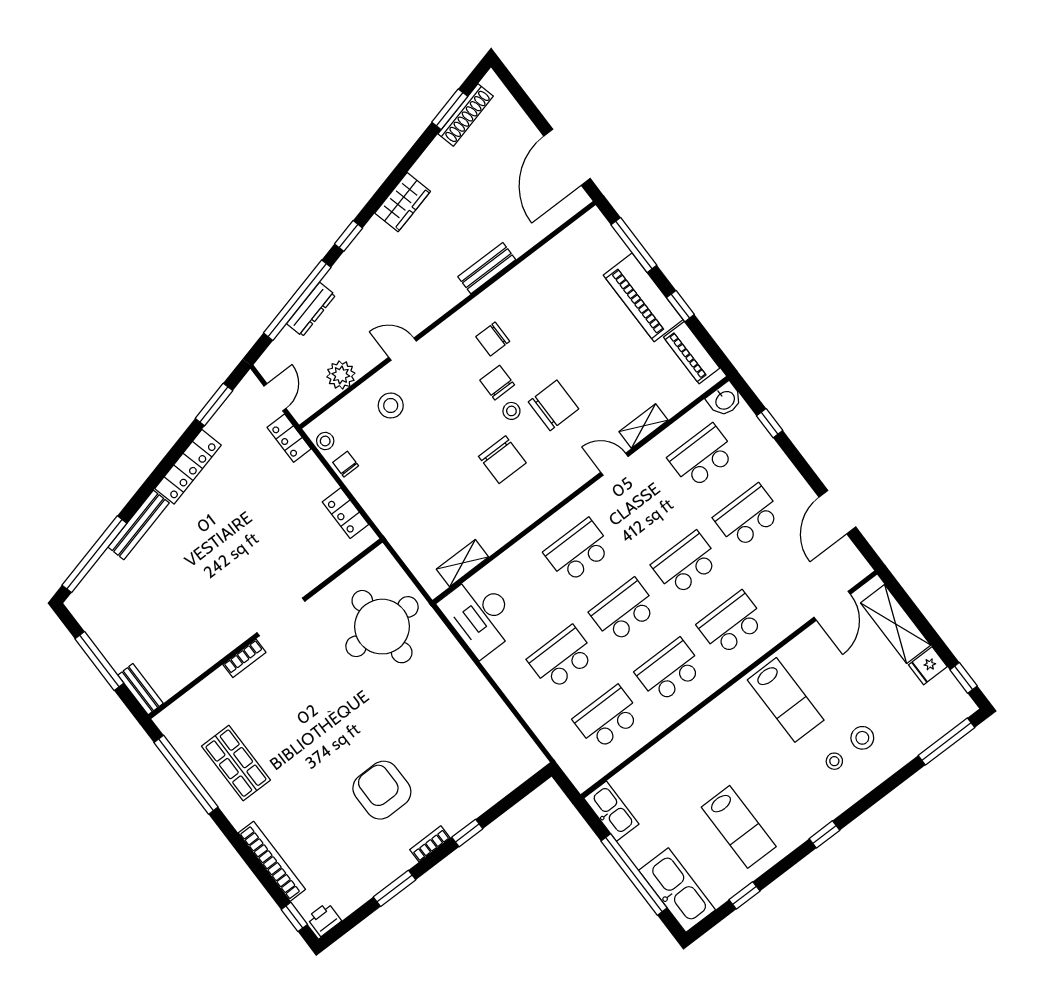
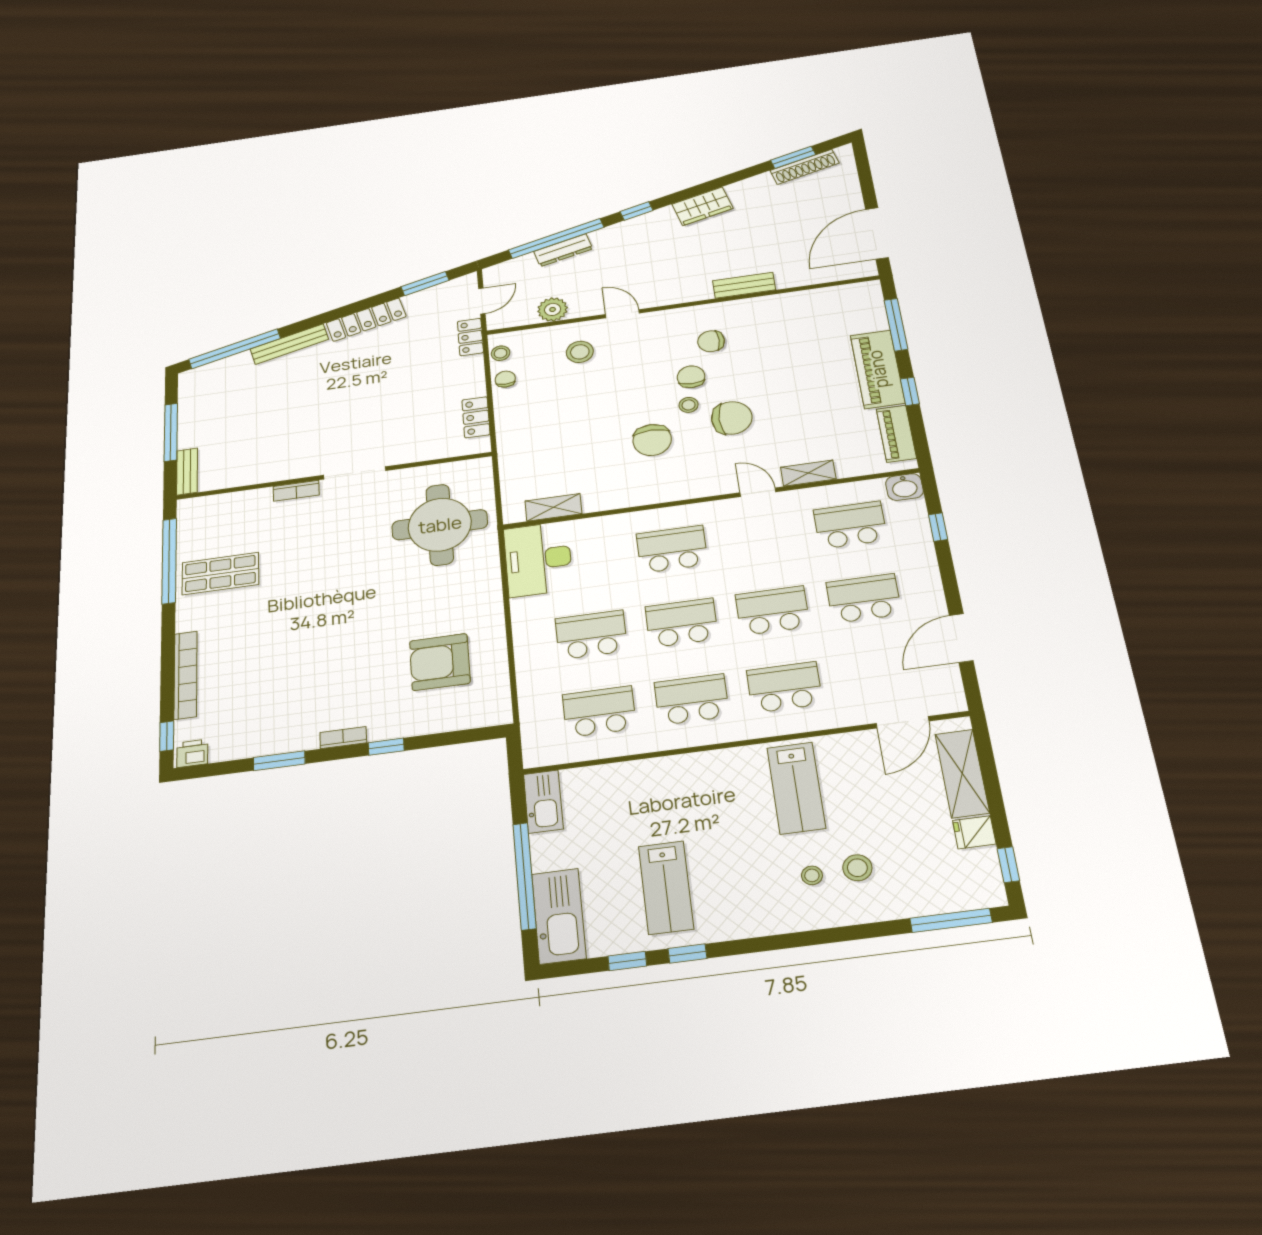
shop shelf: (236, 763) -> (220, 574), turned 90
armchair: (382, 790) -> (440, 662), moved, turned -90
window: (824, 834) -> (687, 953), moved

